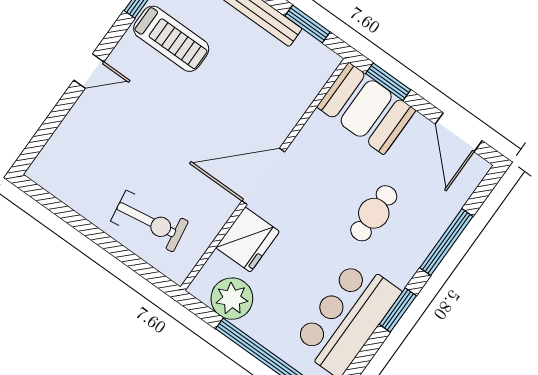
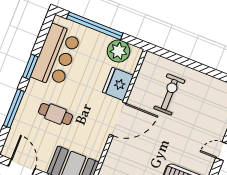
cafe table: (374, 213) -> (55, 114), turned 90
exercise bike: (150, 221) -> (169, 94), moved, turned 99

